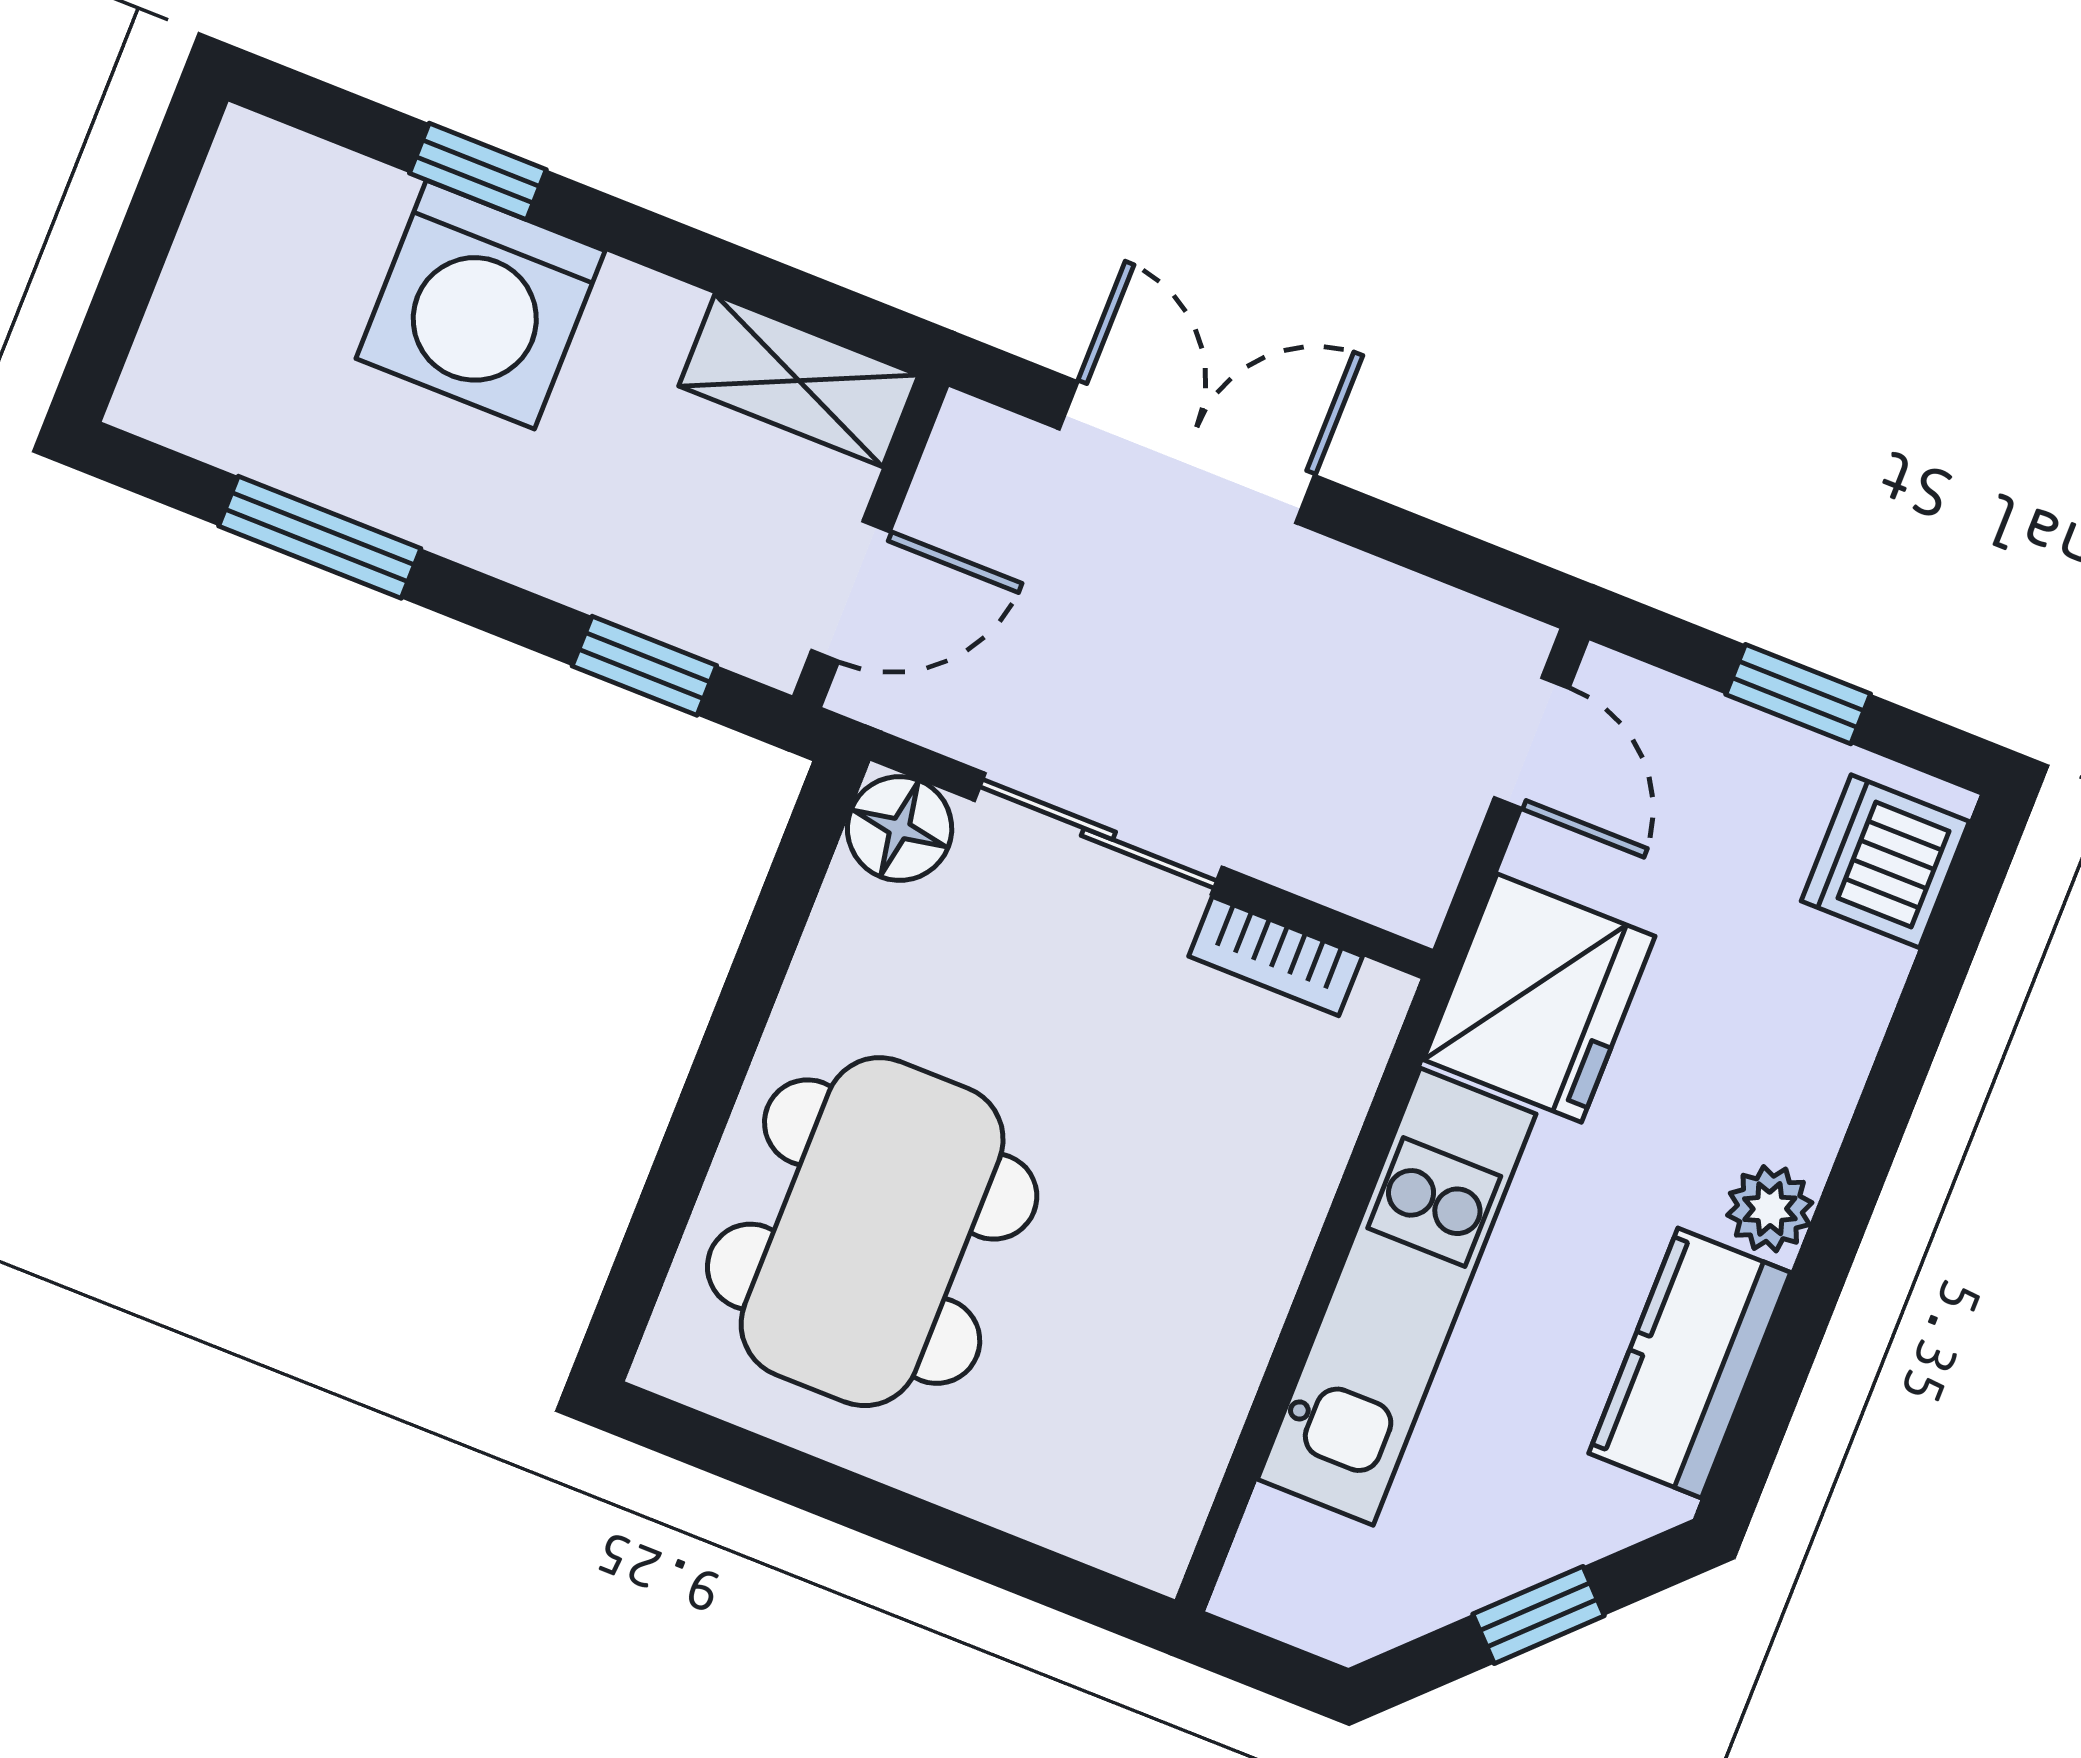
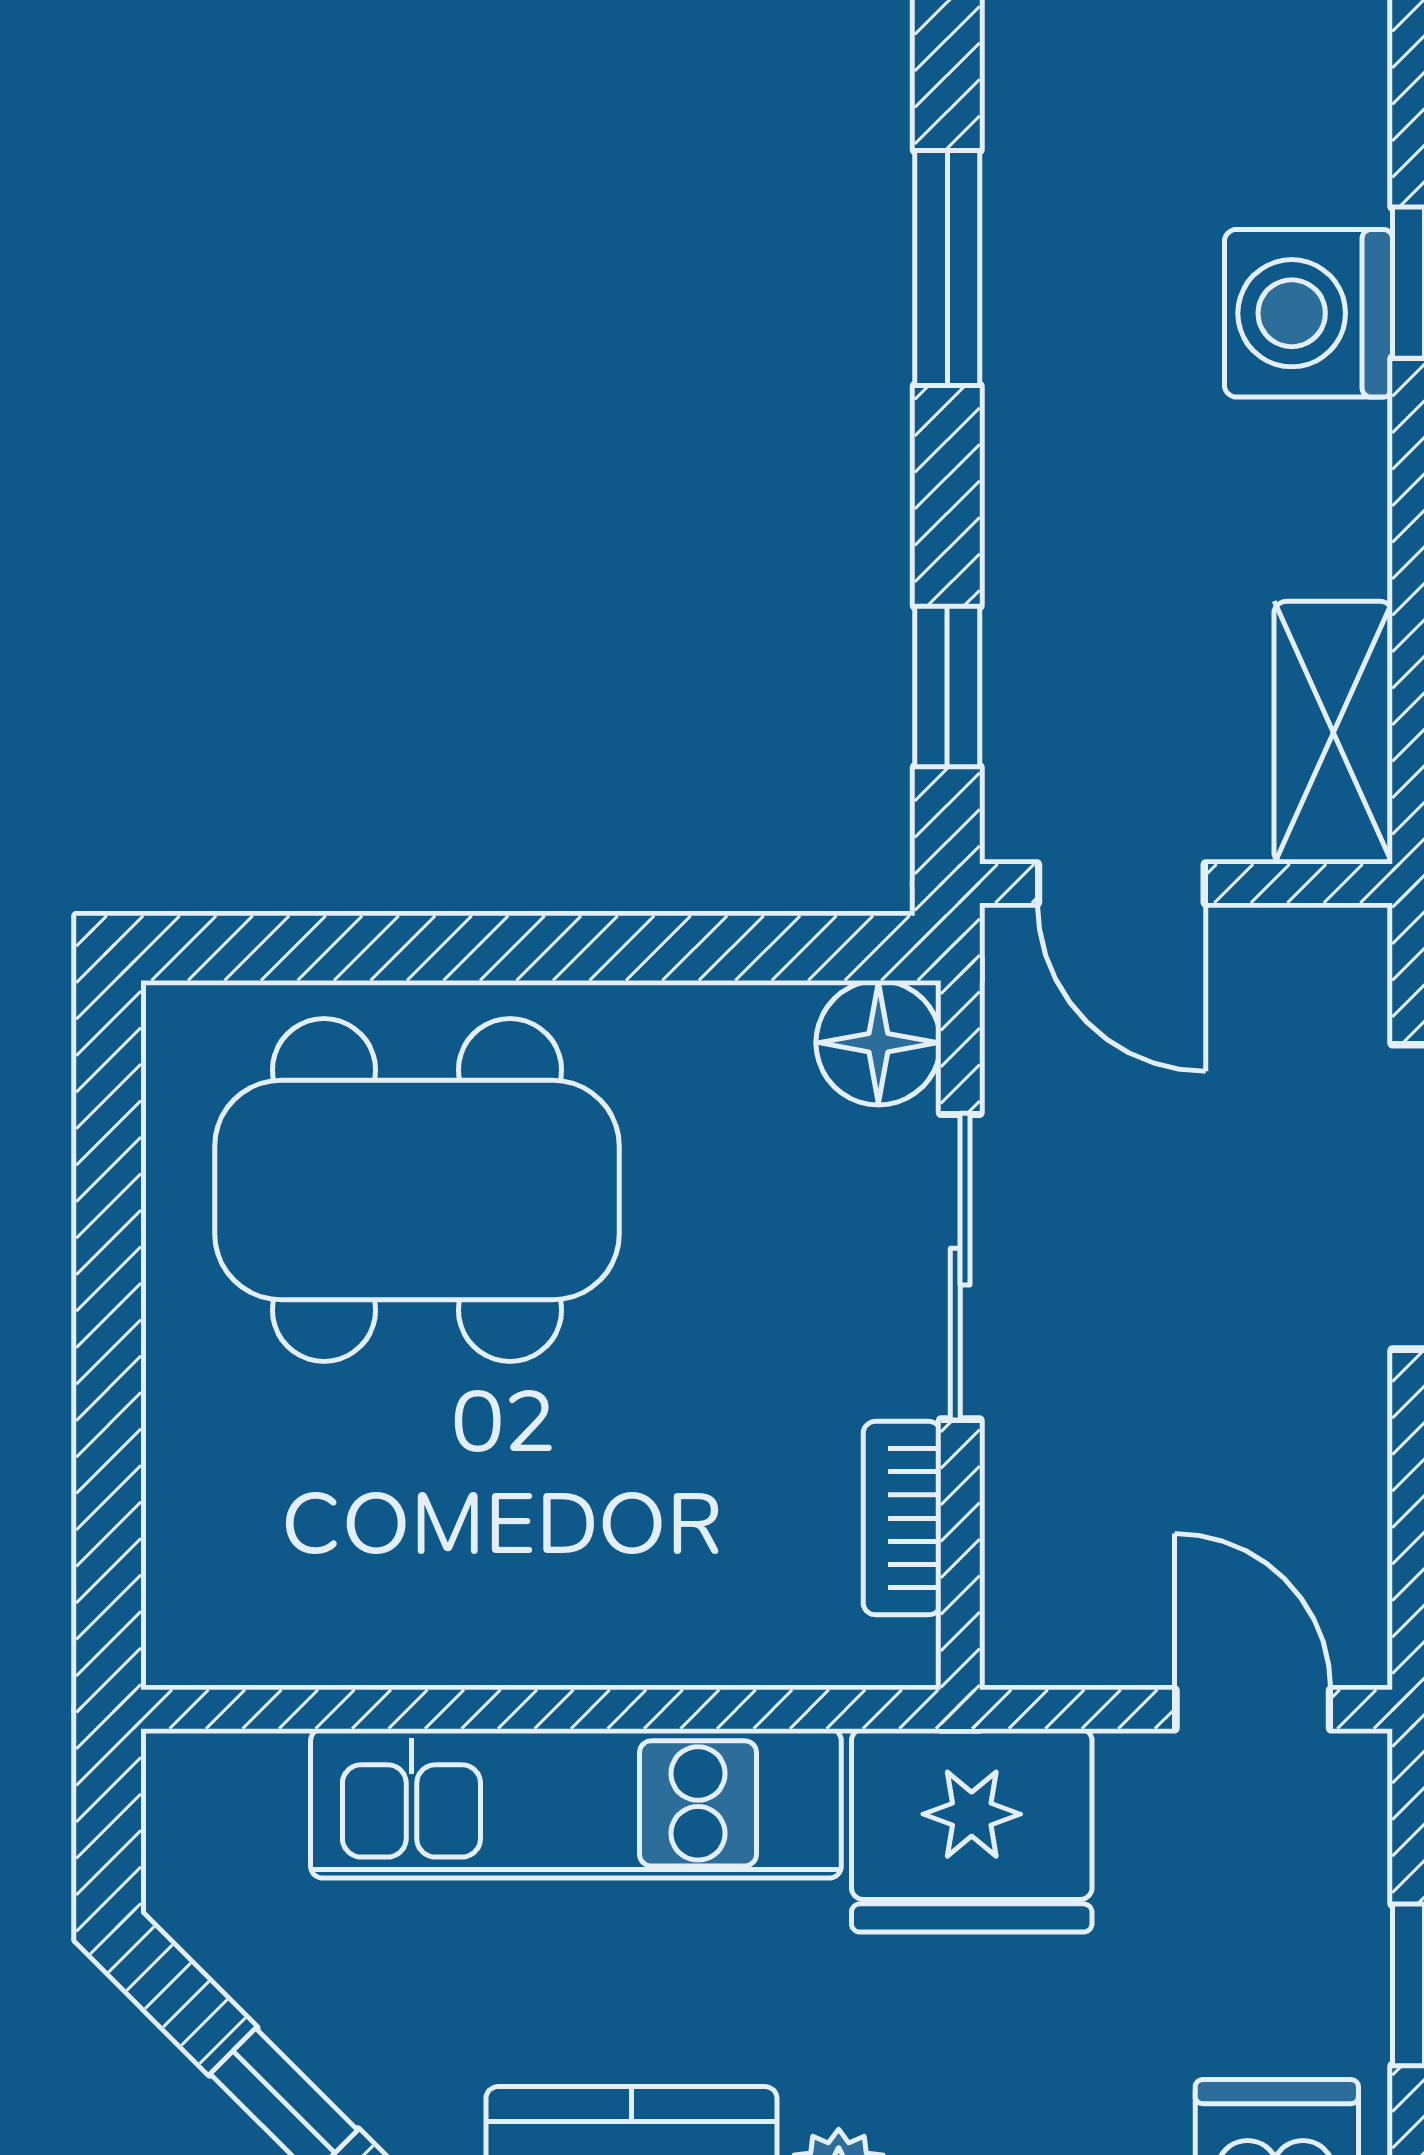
washing machine: (480, 305) -> (1308, 313), width x0.73, depth x0.73
door: (1532, 743) -> (1253, 1709), swing flipped

